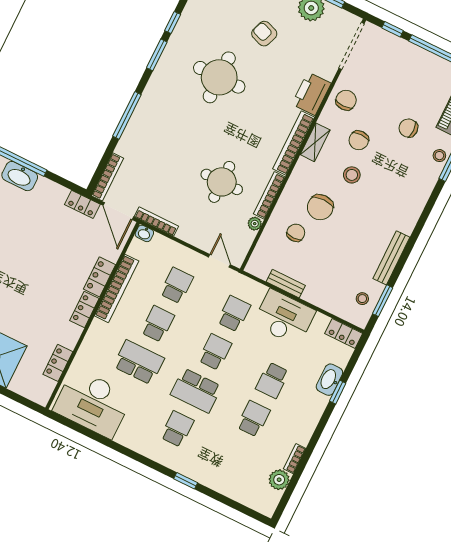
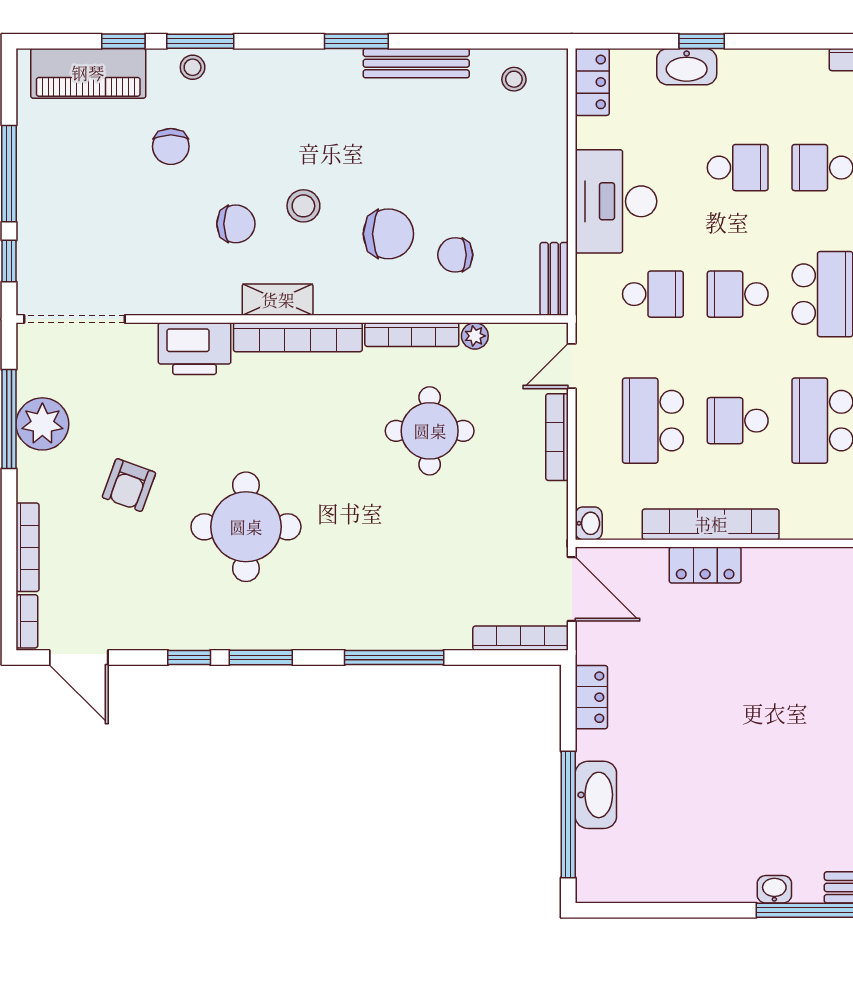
chair: (346, 100) -> (176, 282), removed
locker: (82, 204) -> (591, 697), moved
door: (118, 211) -> (572, 589), hinge flipped
bookcase: (156, 221) -> (557, 437), moved
bench: (286, 284) -> (554, 279), moved
school desk: (177, 285) -> (653, 421), width x1.85
window: (383, 301) -> (356, 41), moved
locker: (84, 309) -> (776, 563), removed
school desk: (234, 314) -> (653, 294), turned 180

